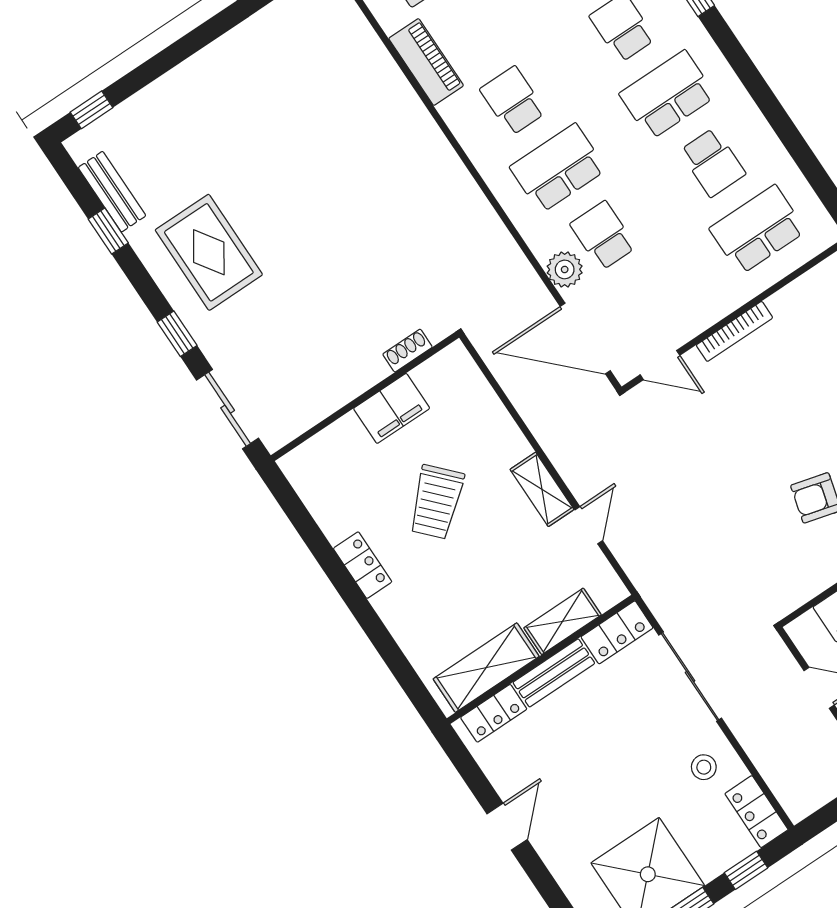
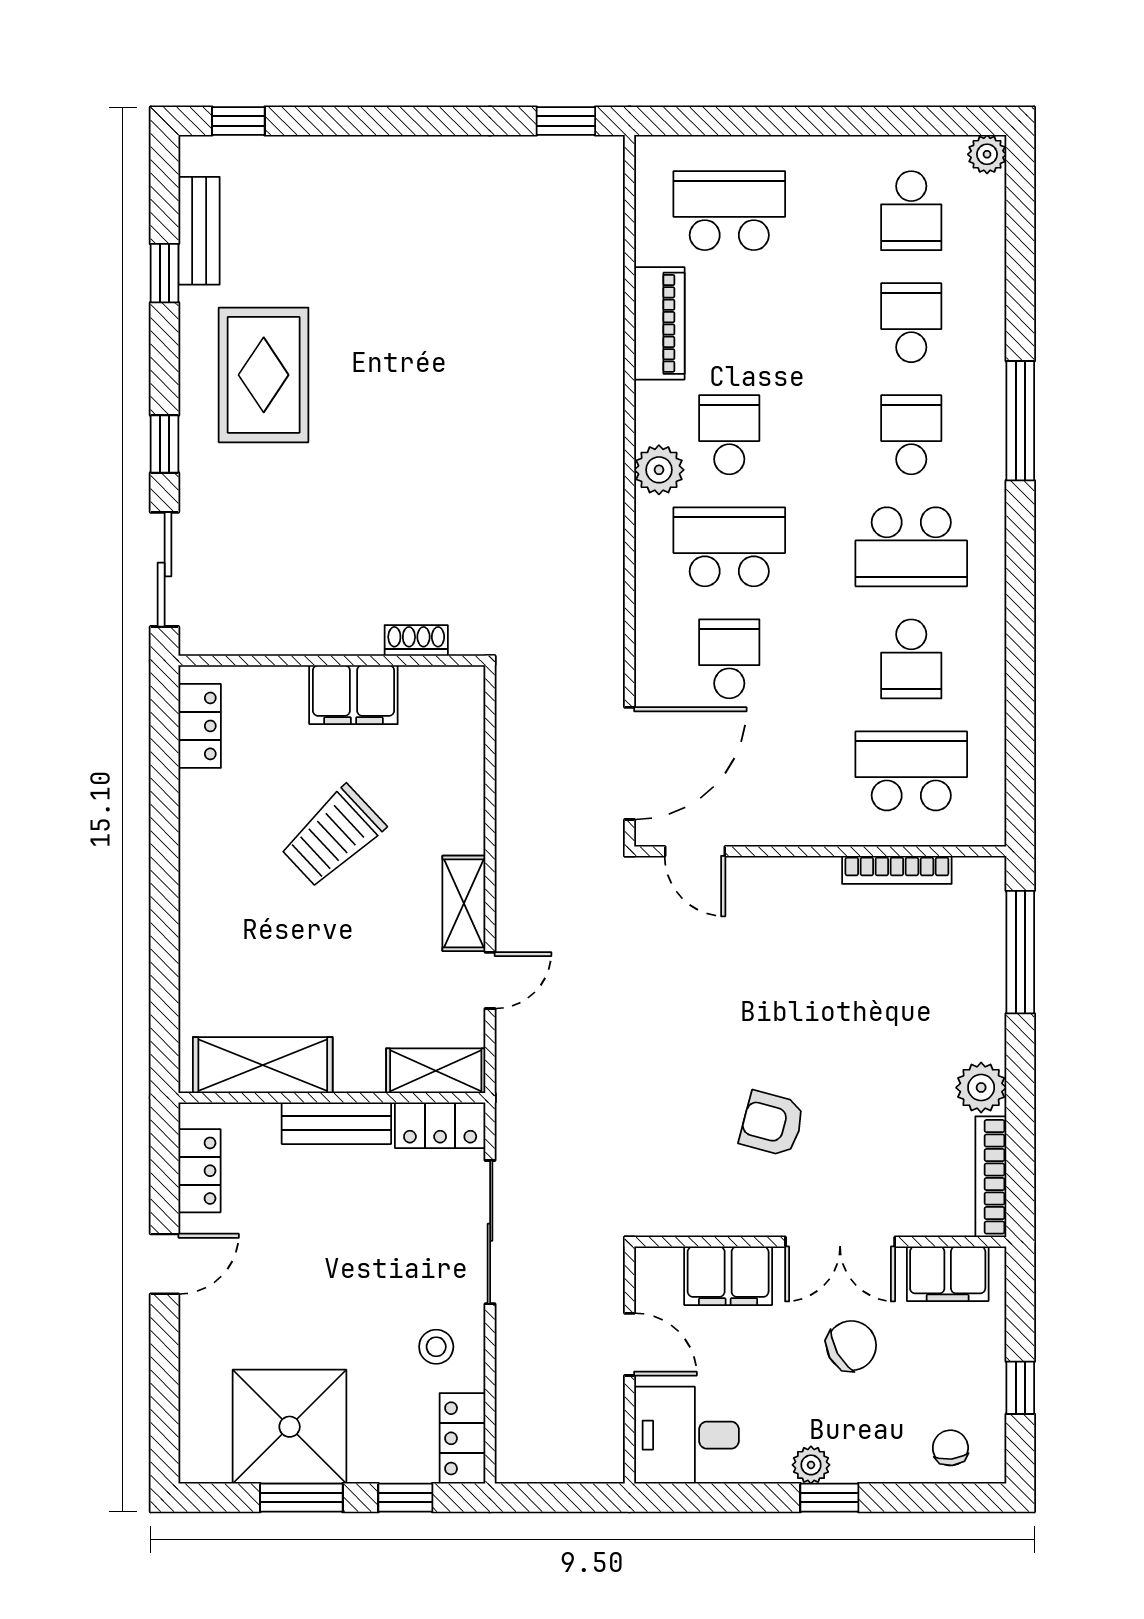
school desk: (667, 95) -> (911, 547), turned 180
plant: (565, 269) -> (659, 470), moved
bookcase: (734, 331) -> (897, 870), moved
door: (585, 339) -> (630, 763), swing flipped
locker: (363, 565) -> (200, 726), moved
shelving: (563, 621) -> (436, 1071), moved
locker: (494, 713) -> (200, 1171), moved, turned -90

